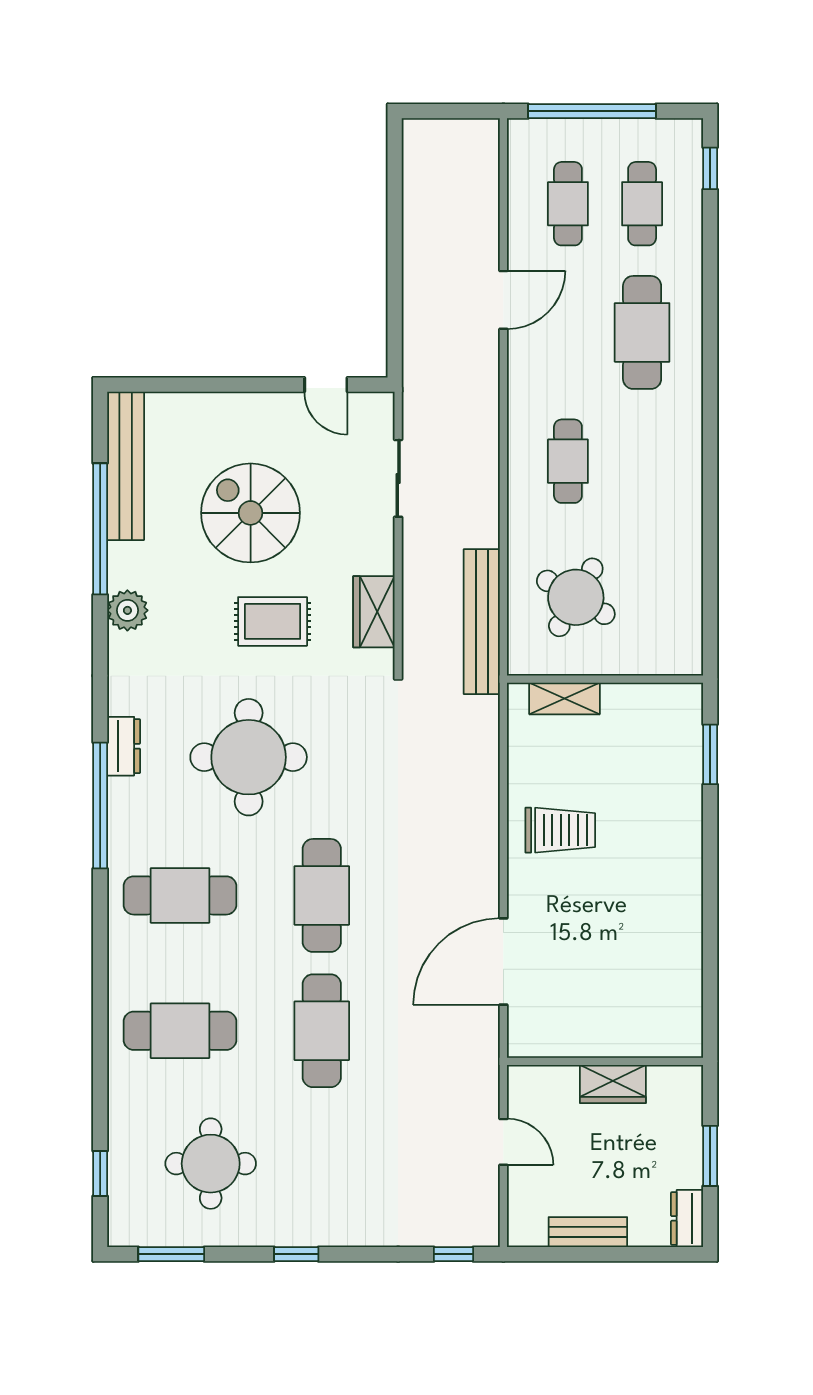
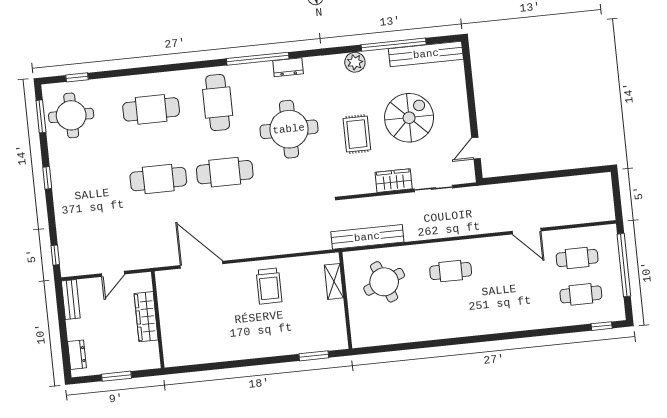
cafe table: (642, 332) -> (518, 301), removed
round table: (576, 597) -> (384, 282), turned 38
wardrobe: (374, 612) -> (394, 181), moved
cafe table: (180, 1031) -> (151, 109), turned 90
wardrobe: (613, 1084) -> (146, 317), width x1.50
round table: (211, 1164) -> (71, 115), moved
dresser: (687, 1218) -> (77, 355), moved, turned 90
bench: (588, 1232) -> (71, 299), moved

